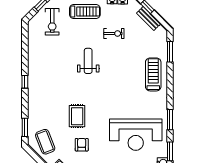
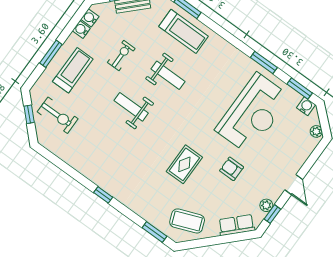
weight bench: (122, 69) -> (168, 75), added
treadmill: (153, 74) -> (183, 31), moved, turned 180
rug: (77, 116) -> (184, 164), turned 90
armchair: (82, 145) -> (232, 169), moved

